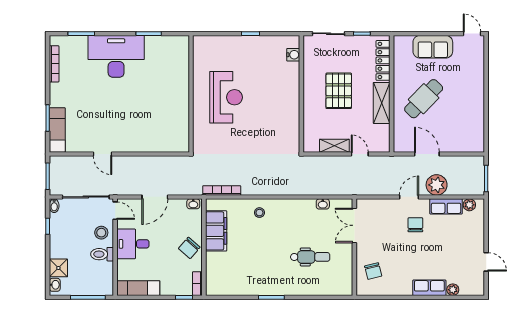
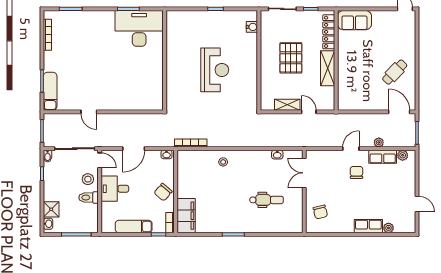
sofa: (433, 47) -> (354, 20), moved
desk: (116, 56) -> (139, 28), moved
reception desk: (226, 97) -> (215, 70), moved
cafe table: (424, 99) -> (395, 72), moved, width x0.73, depth x0.74
door: (427, 154) -> (399, 112), moved
plant: (437, 185) -> (379, 142), width x0.53, depth x0.53
filing cabinet: (216, 231) -> (186, 216), moved
exam couch: (138, 288) -> (134, 227), moved

